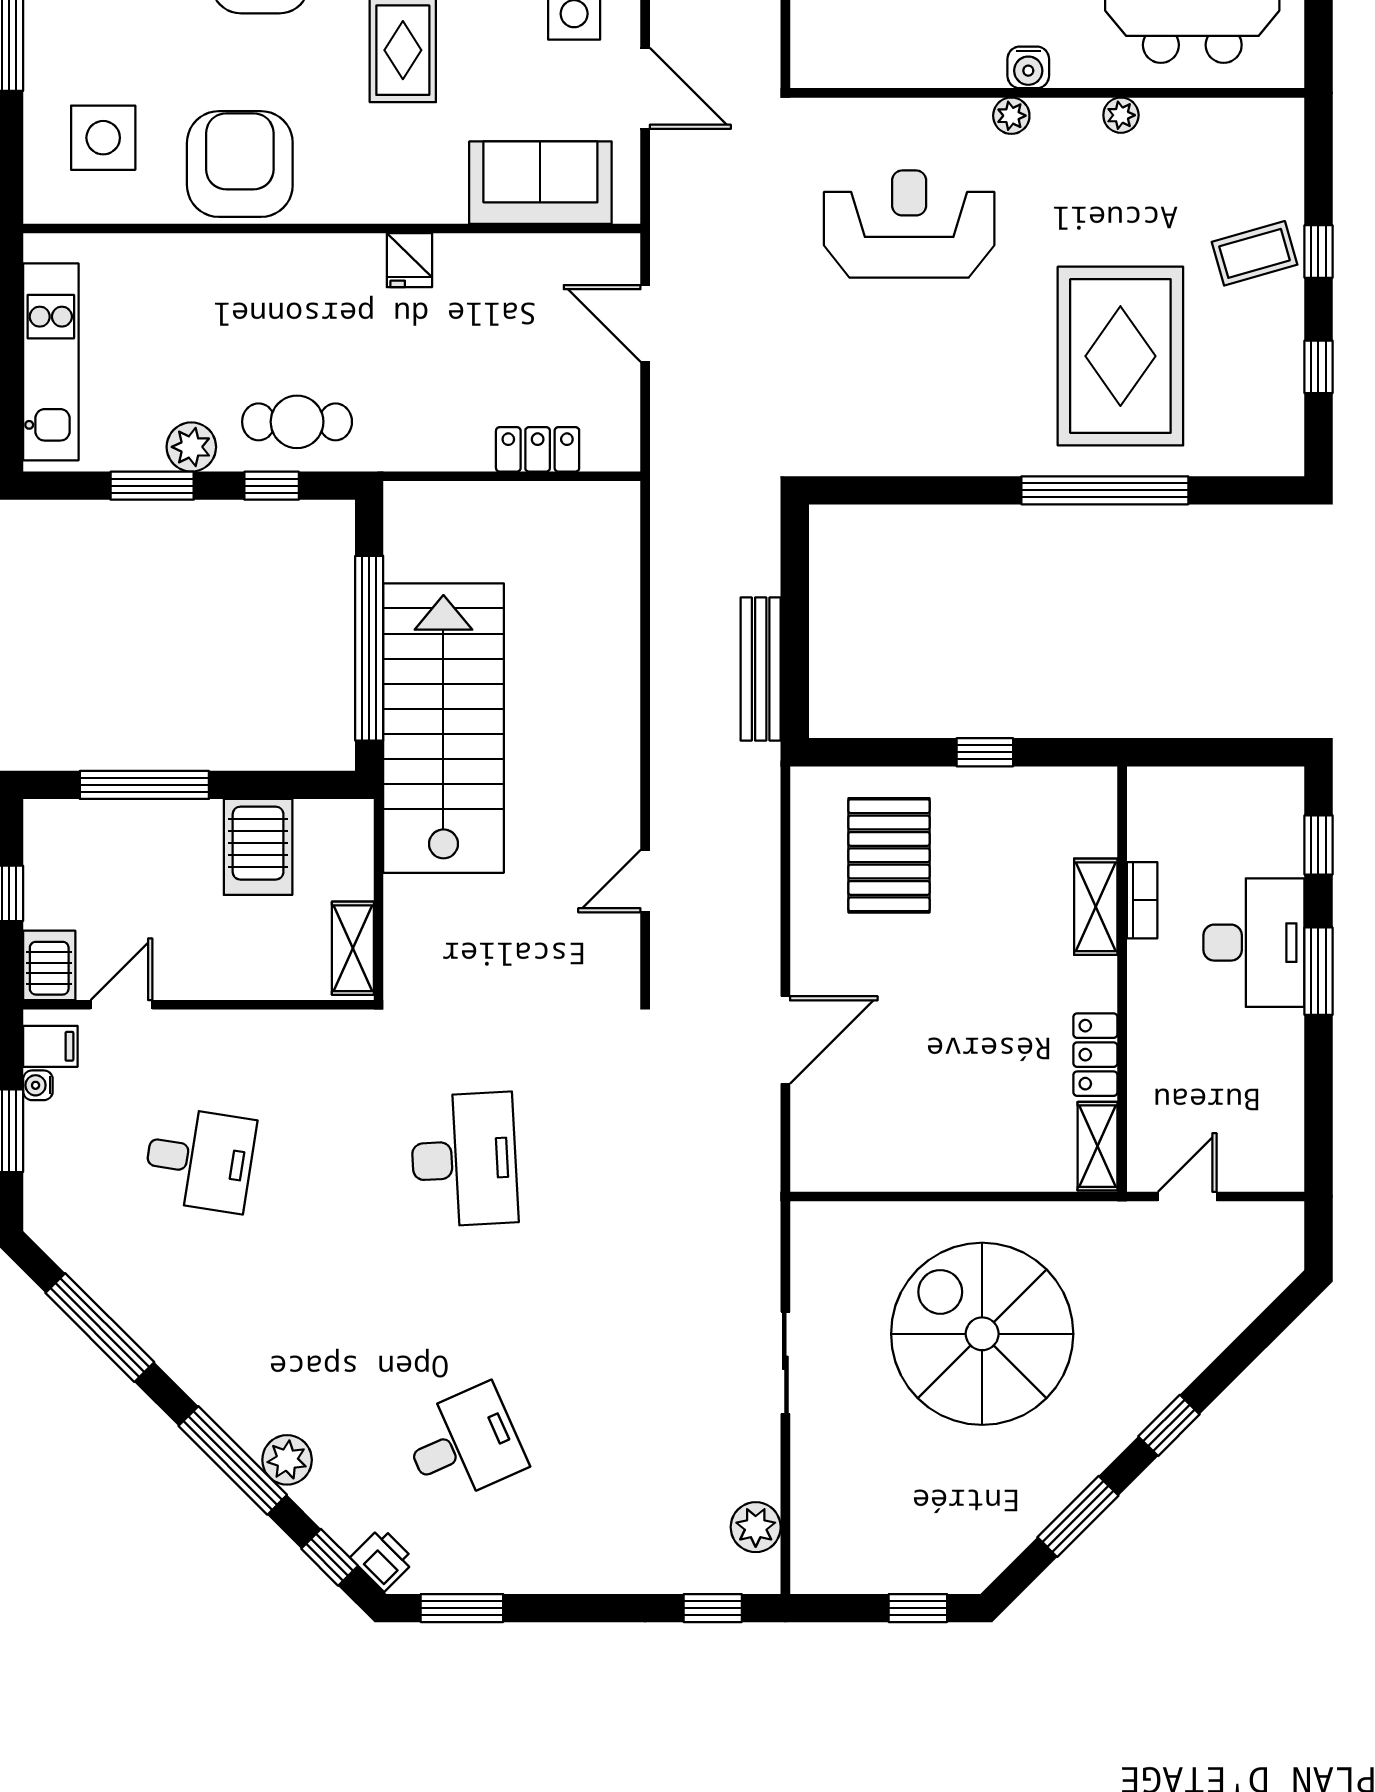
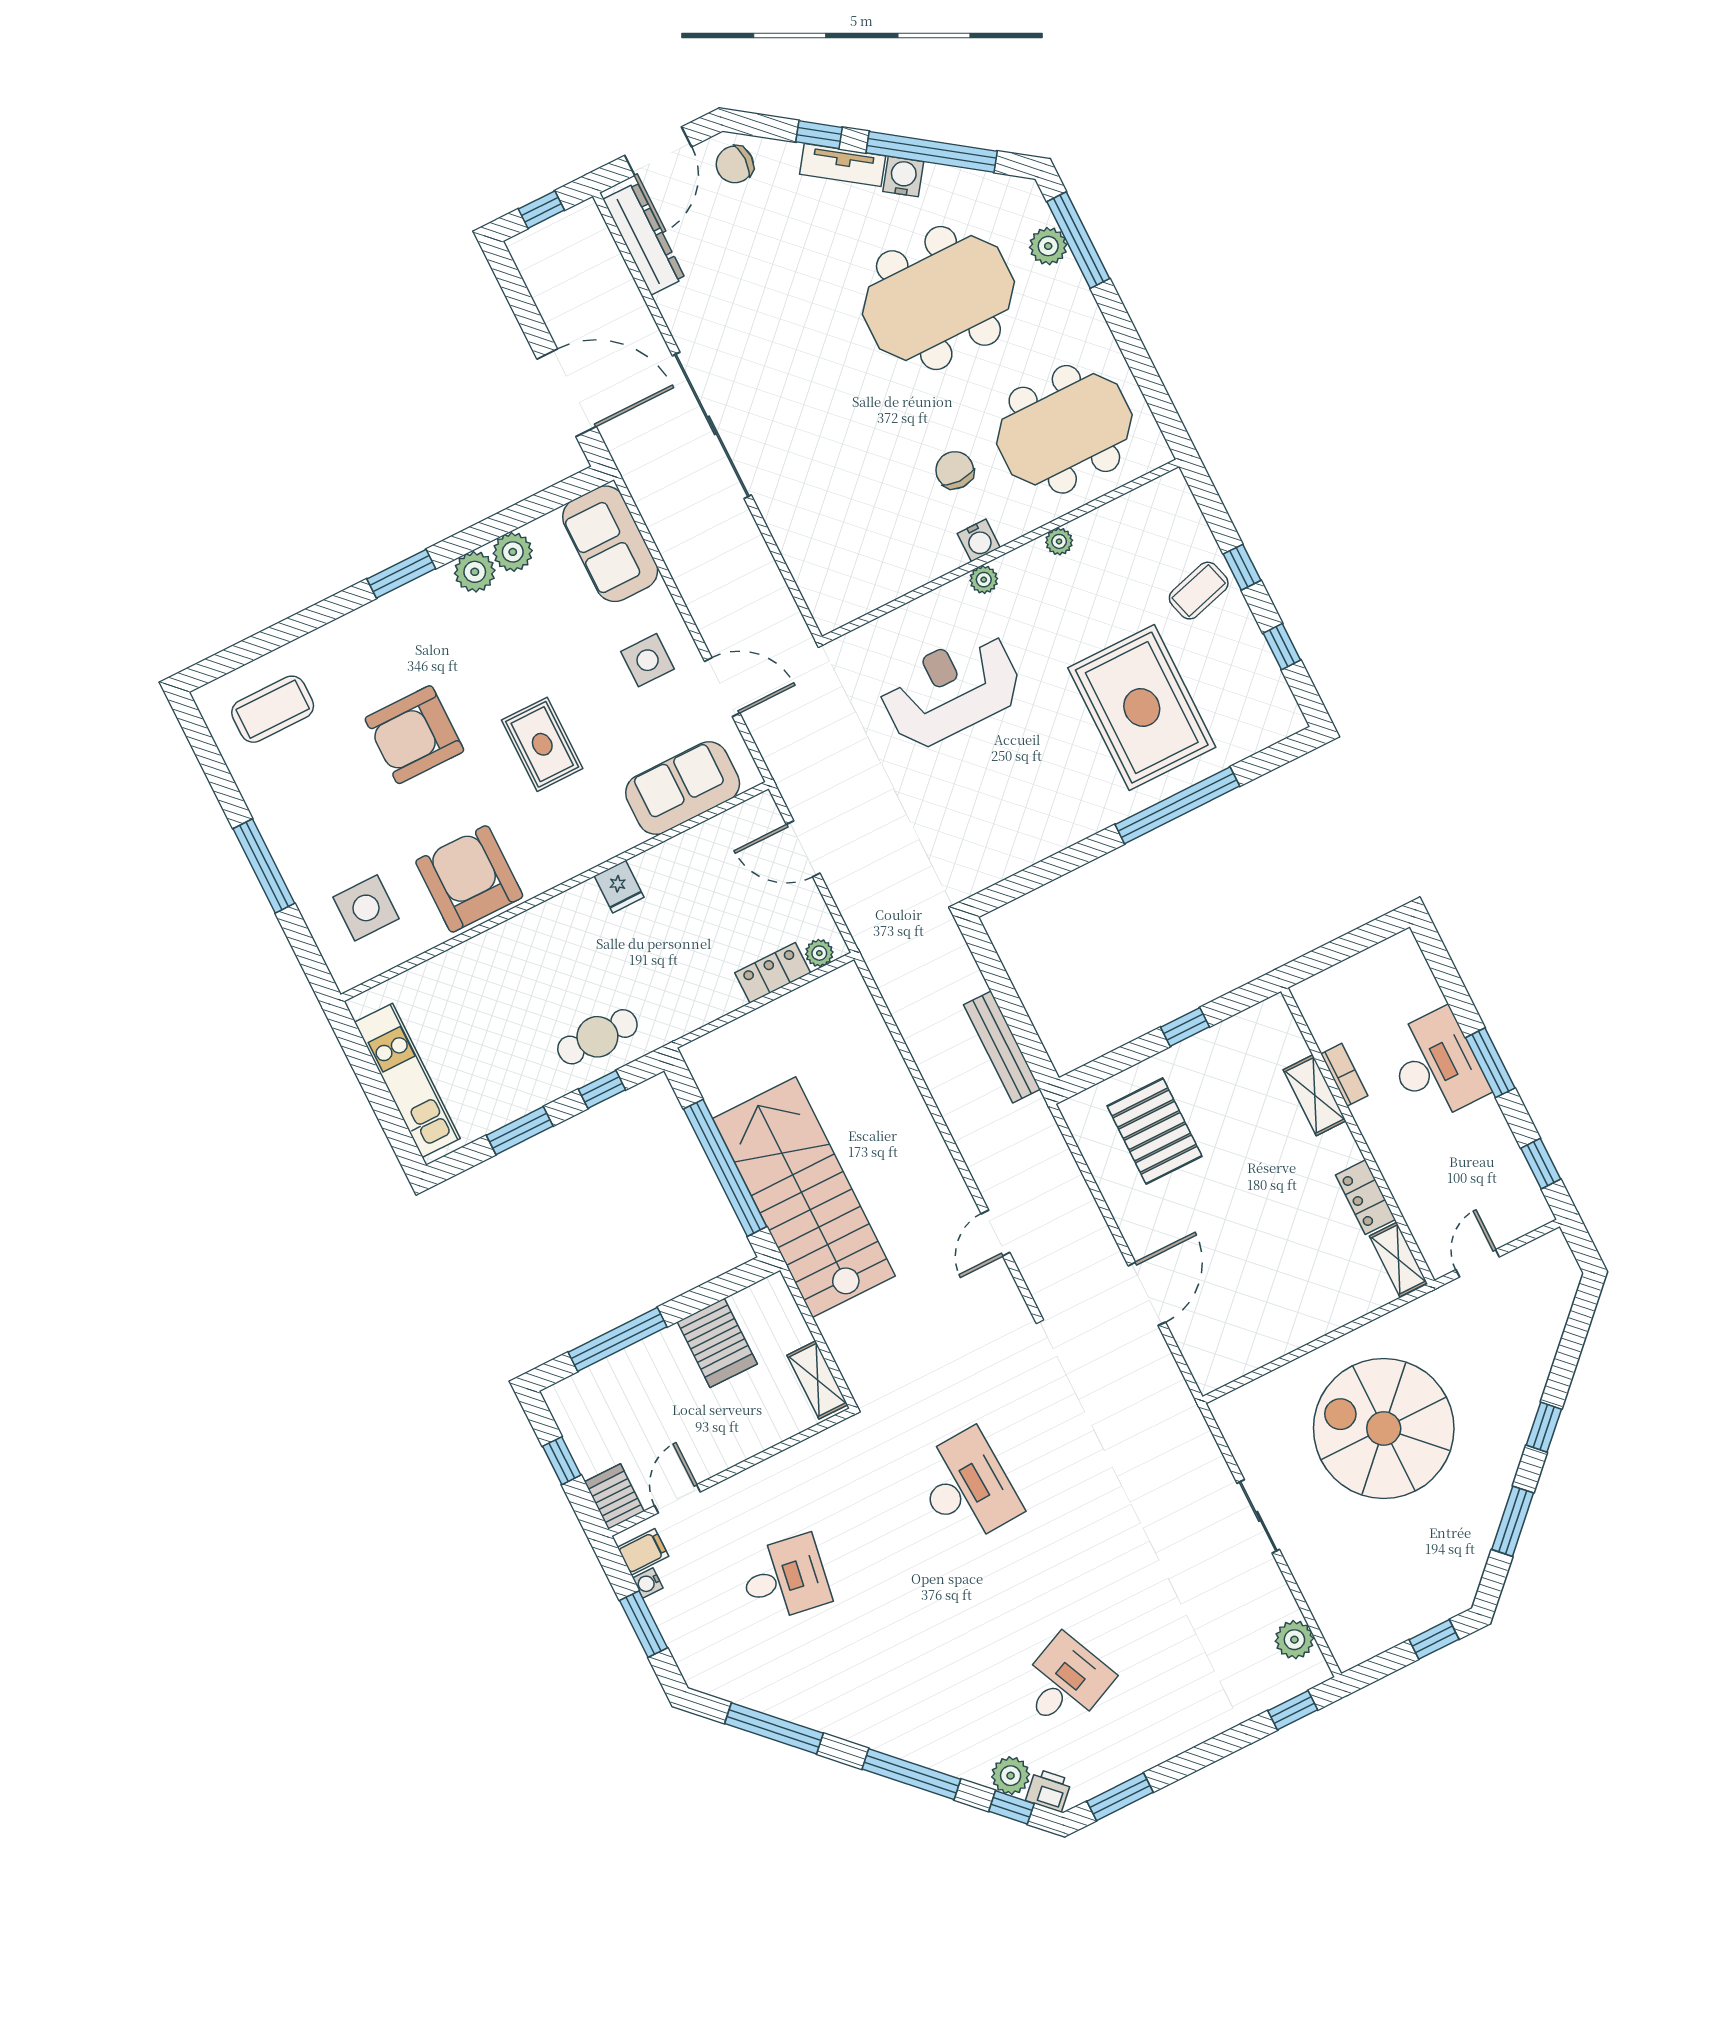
plant: (191, 447) -> (819, 953), moved, width x0.73, depth x0.73
window: (1318, 845) -> (1541, 1164), moved
plant: (287, 1460) -> (1011, 1776), moved

